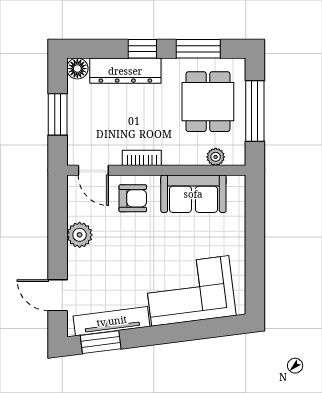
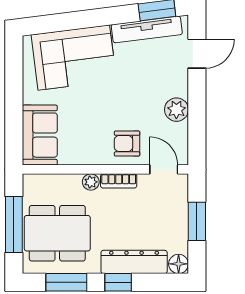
dining table: (208, 102) -> (57, 233), width x1.38
plant: (216, 157) -> (91, 182), moved
sofa: (193, 194) -> (40, 135), moved, turned 90
door: (58, 295) -> (197, 54), hinge flipped

